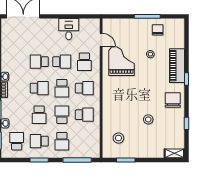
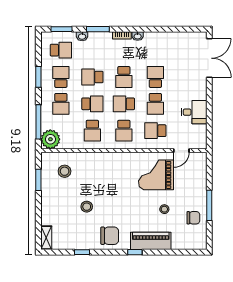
grand piano: (122, 61) -> (156, 175), turned 180
school desk: (62, 141) -> (61, 104), turned -90
plant: (92, 150) -> (50, 139), added

